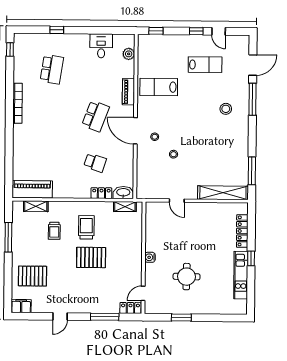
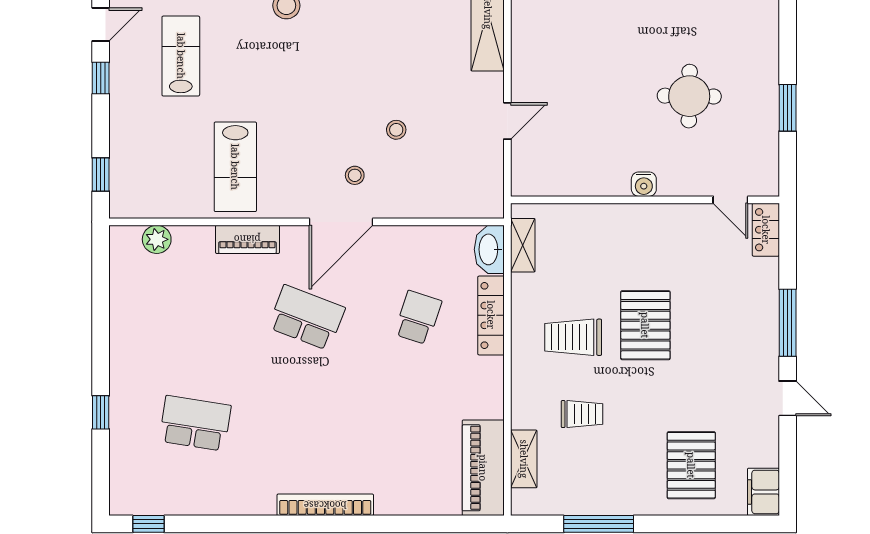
desk: (101, 46) -> (138, 306), removed
bookcase: (18, 103) -> (325, 505), moved
locker: (101, 193) -> (491, 315), width x1.53
window: (105, 317) -> (788, 323), moved

